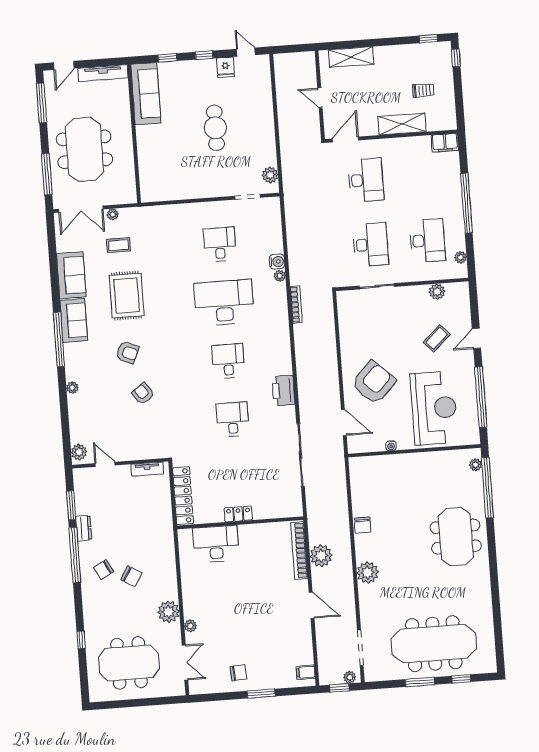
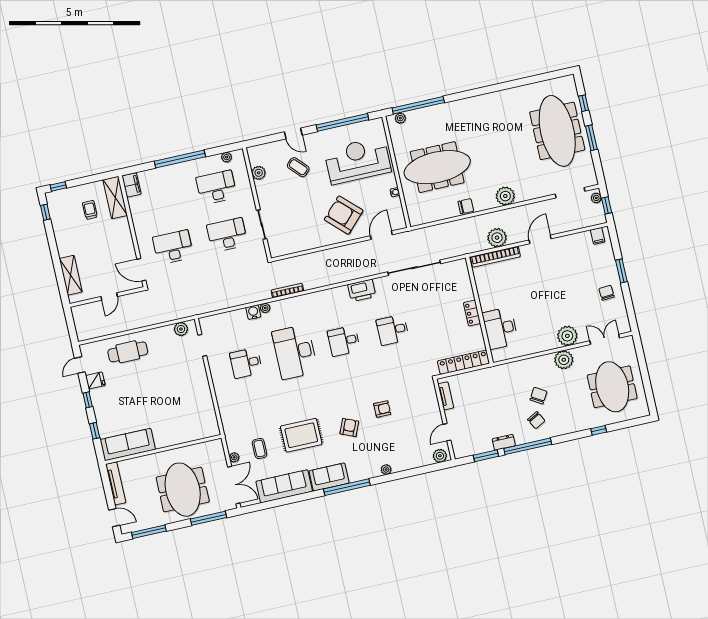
shelving: (402, 124) -> (115, 198), moved
cafe table: (215, 128) -> (128, 352), moved
meeting table: (84, 149) -> (183, 490), turned 90
sofa: (71, 275) -> (284, 486), width x1.36
armchair: (143, 394) -> (382, 409), turned -144
meeting table: (456, 537) -> (437, 167), moved, width x1.36
plant: (190, 626) -> (567, 336), width x1.87, depth x1.87

